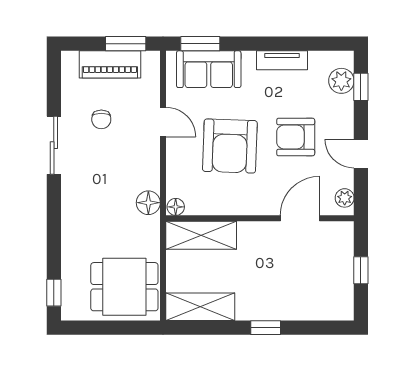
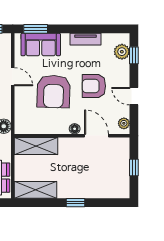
floor lamp: (176, 207) -> (75, 129), moved
door: (300, 218) -> (96, 136), hinge flipped

